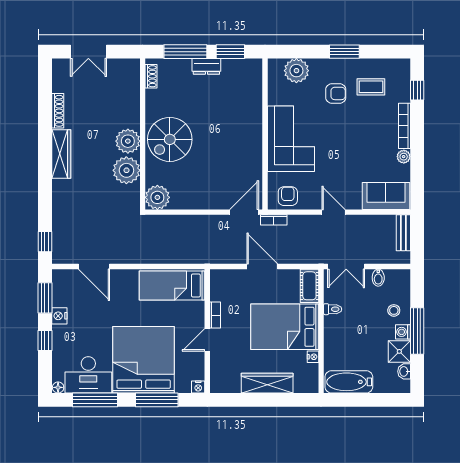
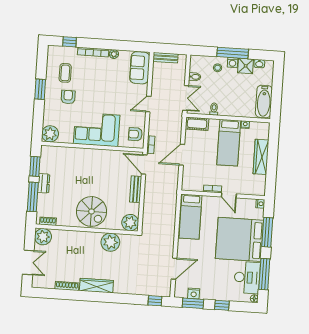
plant: (296, 71) -> (50, 134), moved
plant: (128, 141) -> (43, 237), moved
bench: (207, 202) -> (136, 189), added
nightstand: (59, 316) -> (194, 293), moved
bed: (285, 327) -> (229, 143), width x0.67

